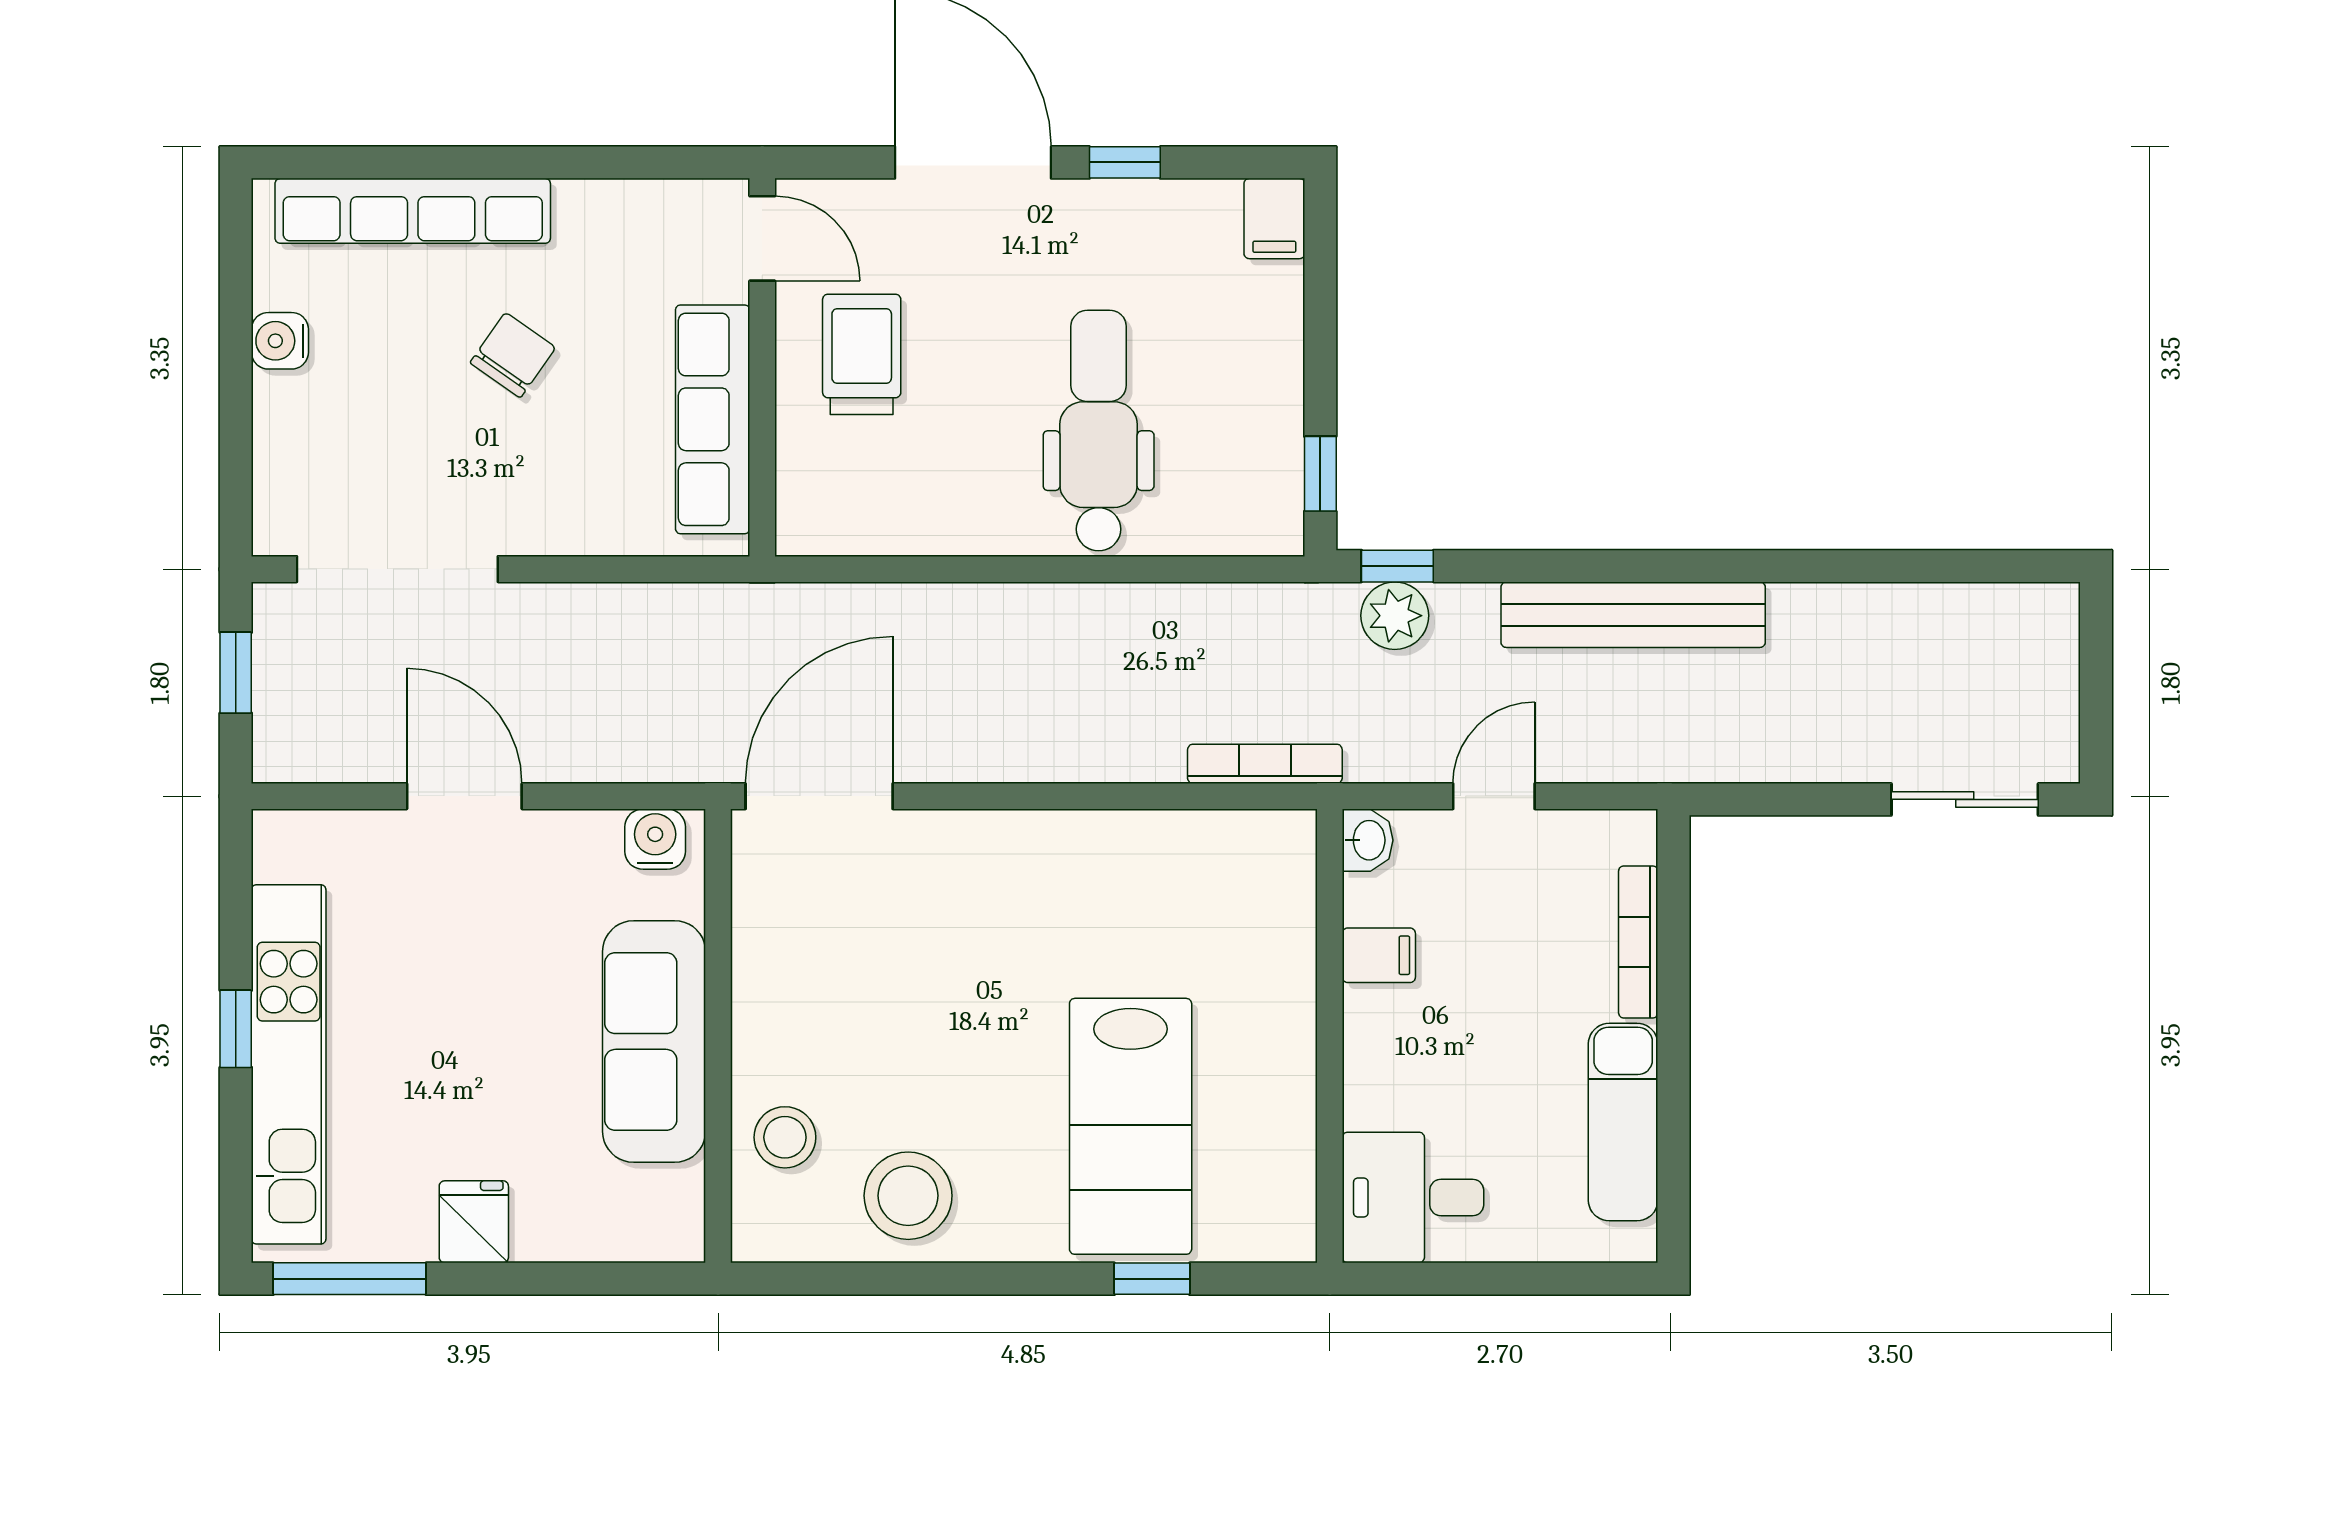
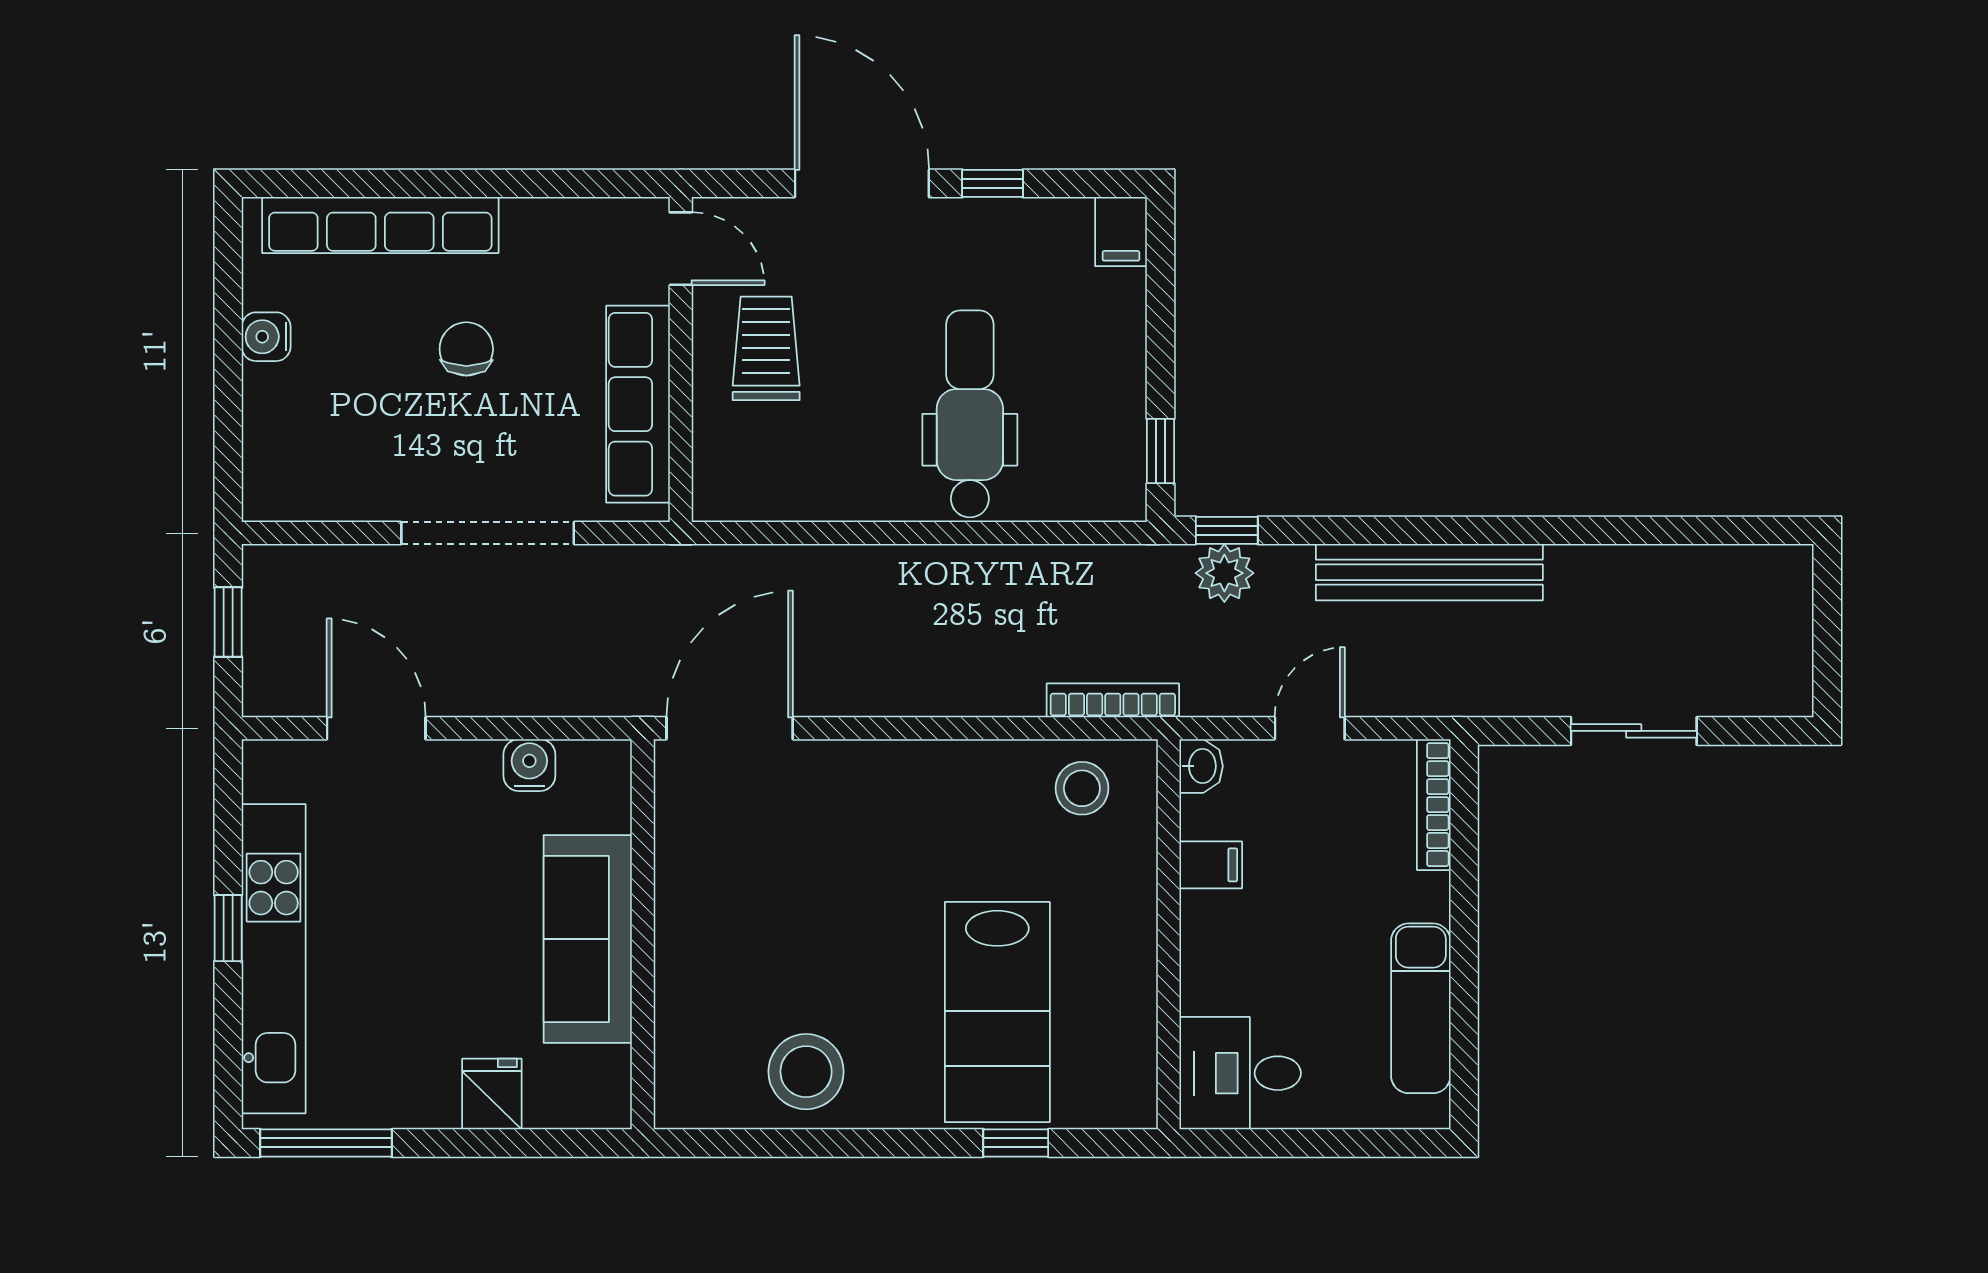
chair: (513, 355) -> (466, 349), turned -35
doorway: (397, 569) -> (488, 533), moved
door: (464, 796) -> (376, 728), moved
sliding door: (1965, 799) -> (1634, 731), moved
water cooler: (655, 839) -> (529, 765), moved
bookcase: (1638, 942) -> (1434, 805), moved
stool: (785, 1137) -> (1082, 788), moved
fridge: (474, 1222) -> (492, 1094), moved

